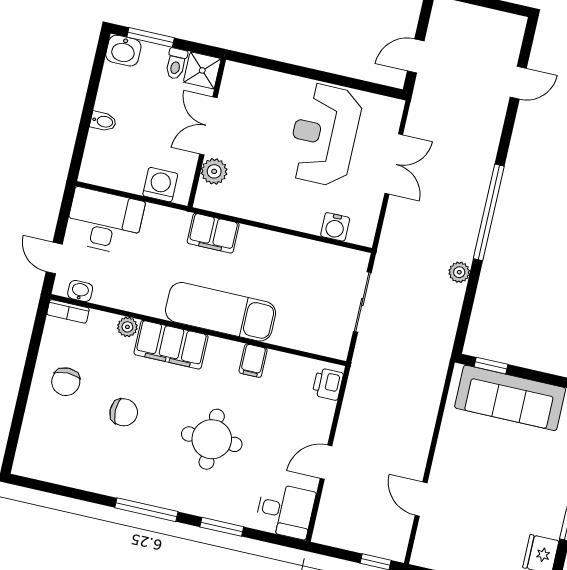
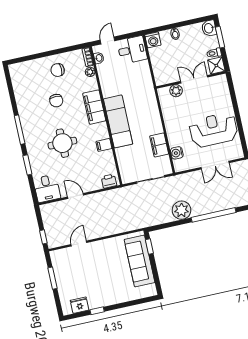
washing machine: (160, 185) -> (153, 40), moved, turned 90
desk: (105, 221) -> (132, 50), width x0.73
filing cabinet: (213, 233) -> (159, 145), moved
plant: (459, 272) -> (181, 210), width x1.87, depth x1.87
plant: (127, 327) -> (90, 72), moved

